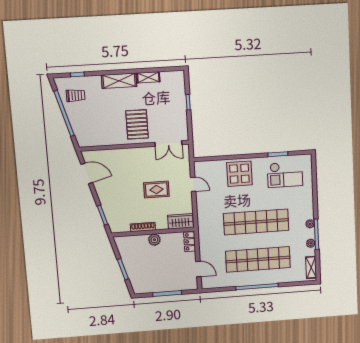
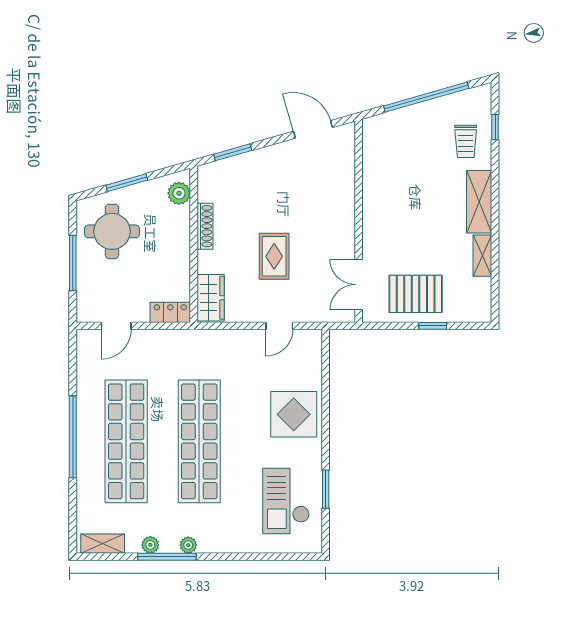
trolley: (76, 96) -> (466, 141), moved
pallet: (137, 124) -> (416, 294), moved
door: (87, 173) -> (313, 129), swing flipped
plant: (154, 240) -> (179, 193), moved
round table: (149, 275) -> (112, 231), added

